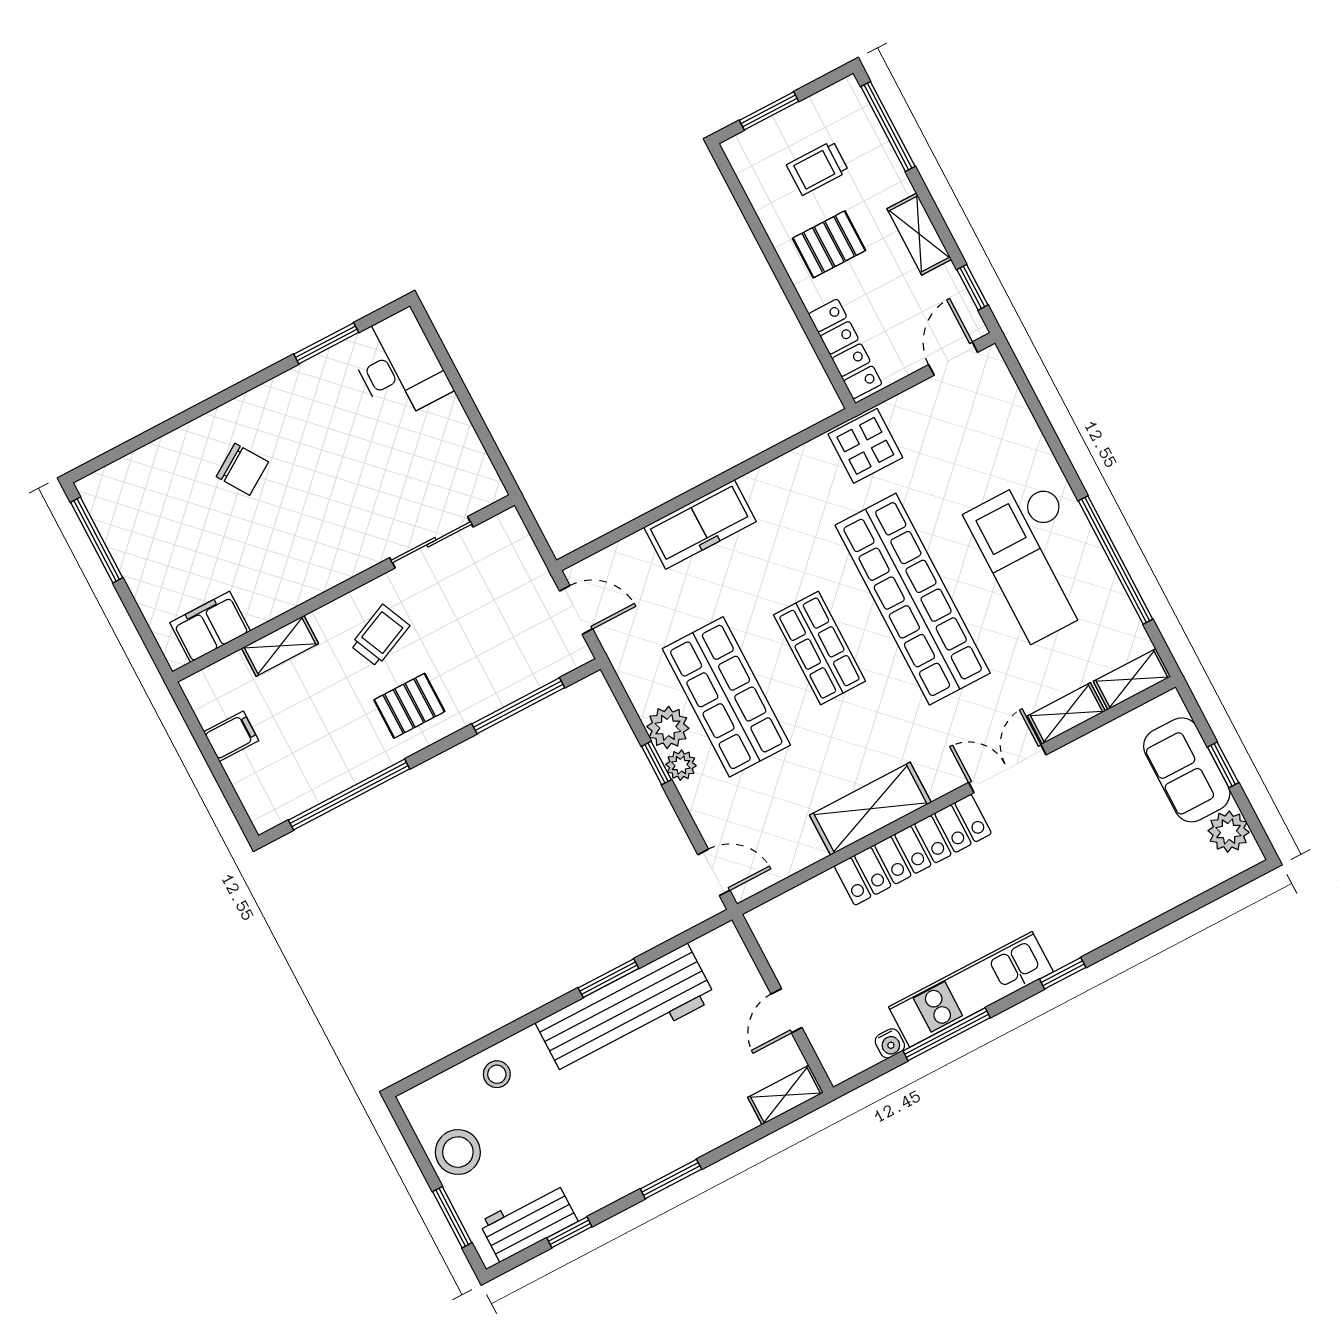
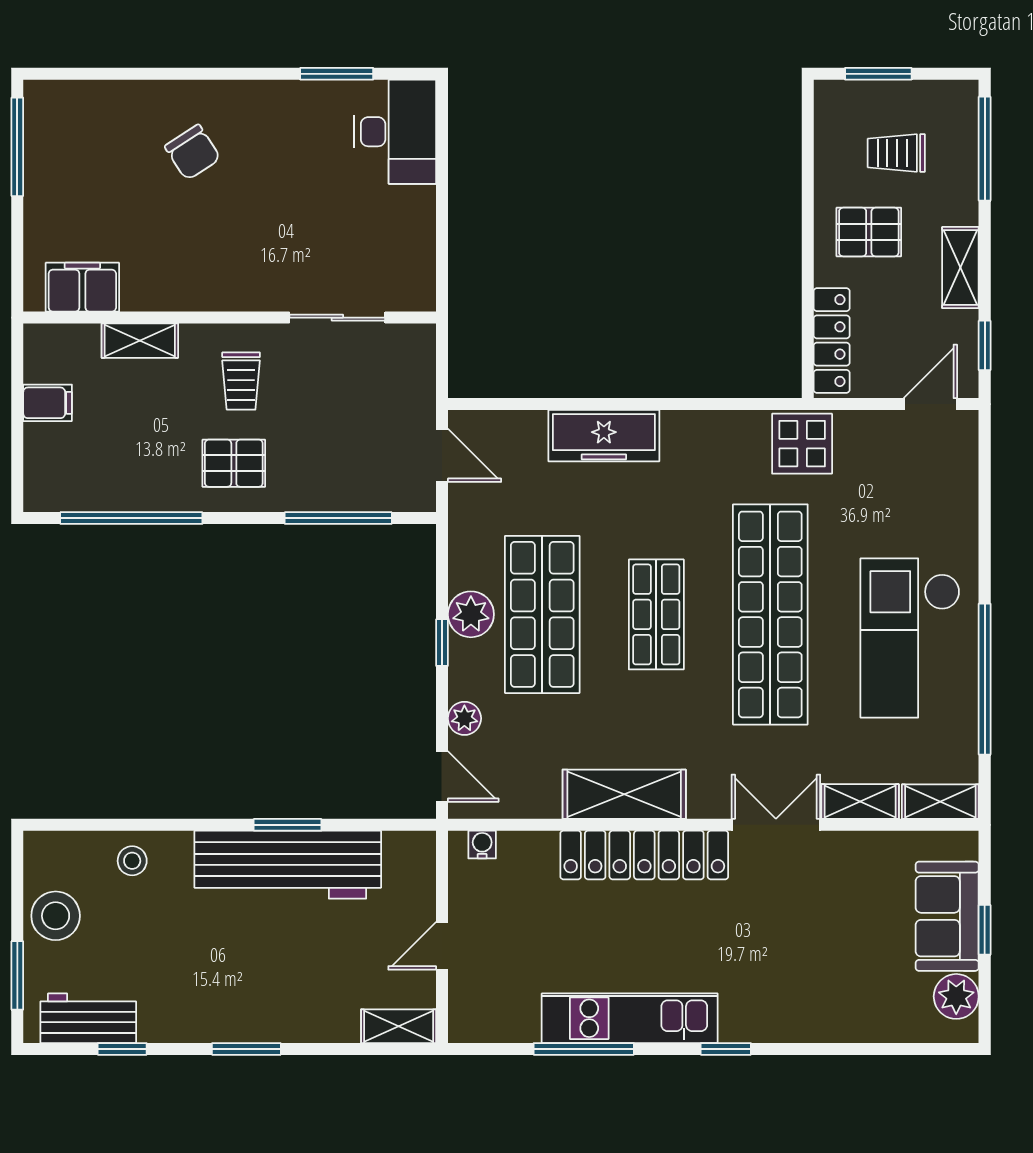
trolley: (380, 635) -> (241, 381), turned 114
plant: (681, 765) -> (464, 718), moved
water cooler: (890, 1043) -> (482, 845), moved, turned 180

